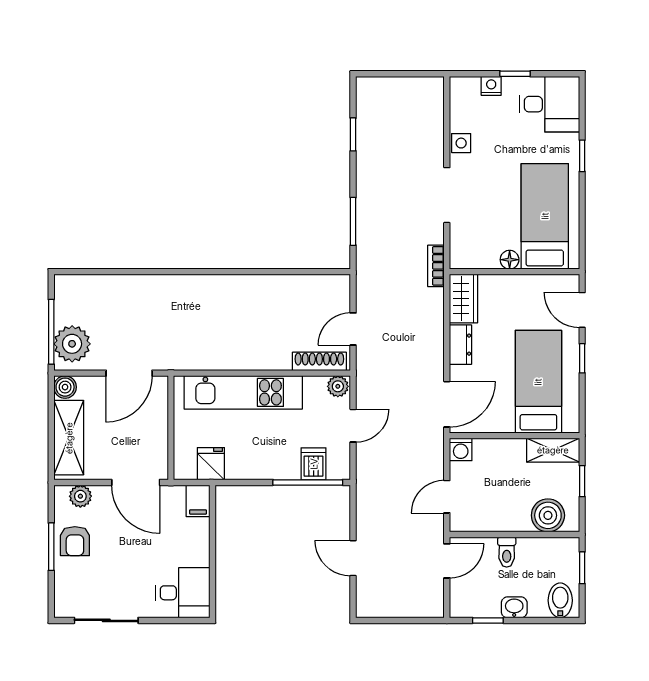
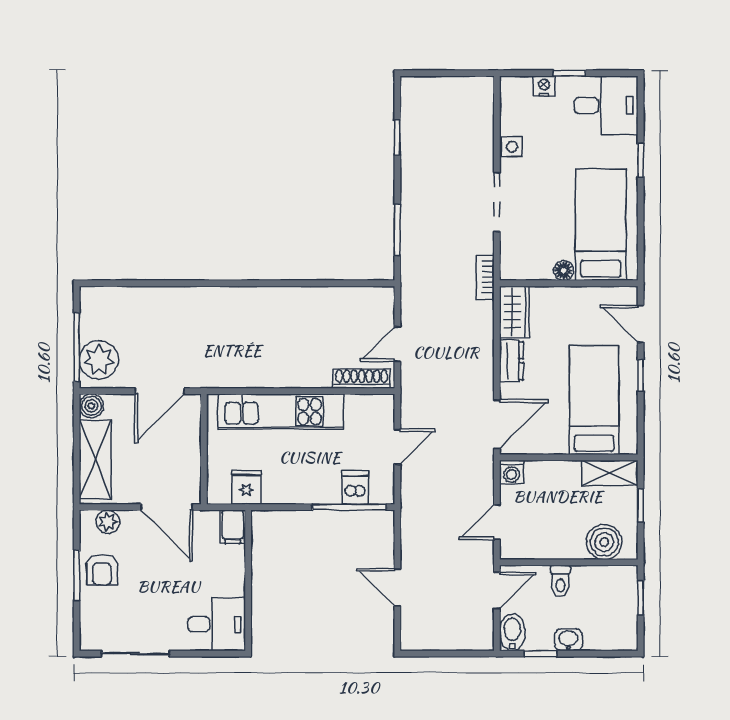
plant: (338, 386) -> (381, 405), removed
bidet: (560, 600) -> (512, 632), moved

